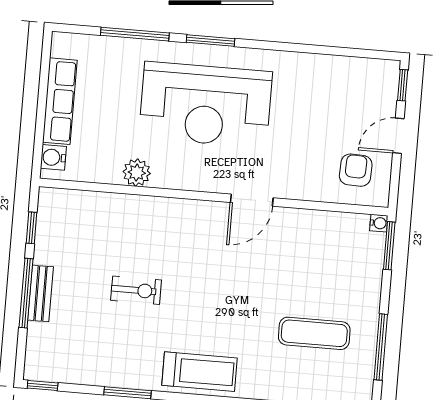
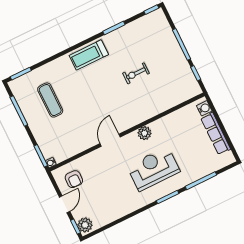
plant: (384, 78) -> (85, 225), added
reception desk: (205, 105) -> (154, 169), width x0.74, depth x0.77
plant: (137, 173) -> (144, 133), moved
bench: (41, 293) -> (175, 48), removed
exercise mat: (314, 333) -> (50, 100), turned 90

